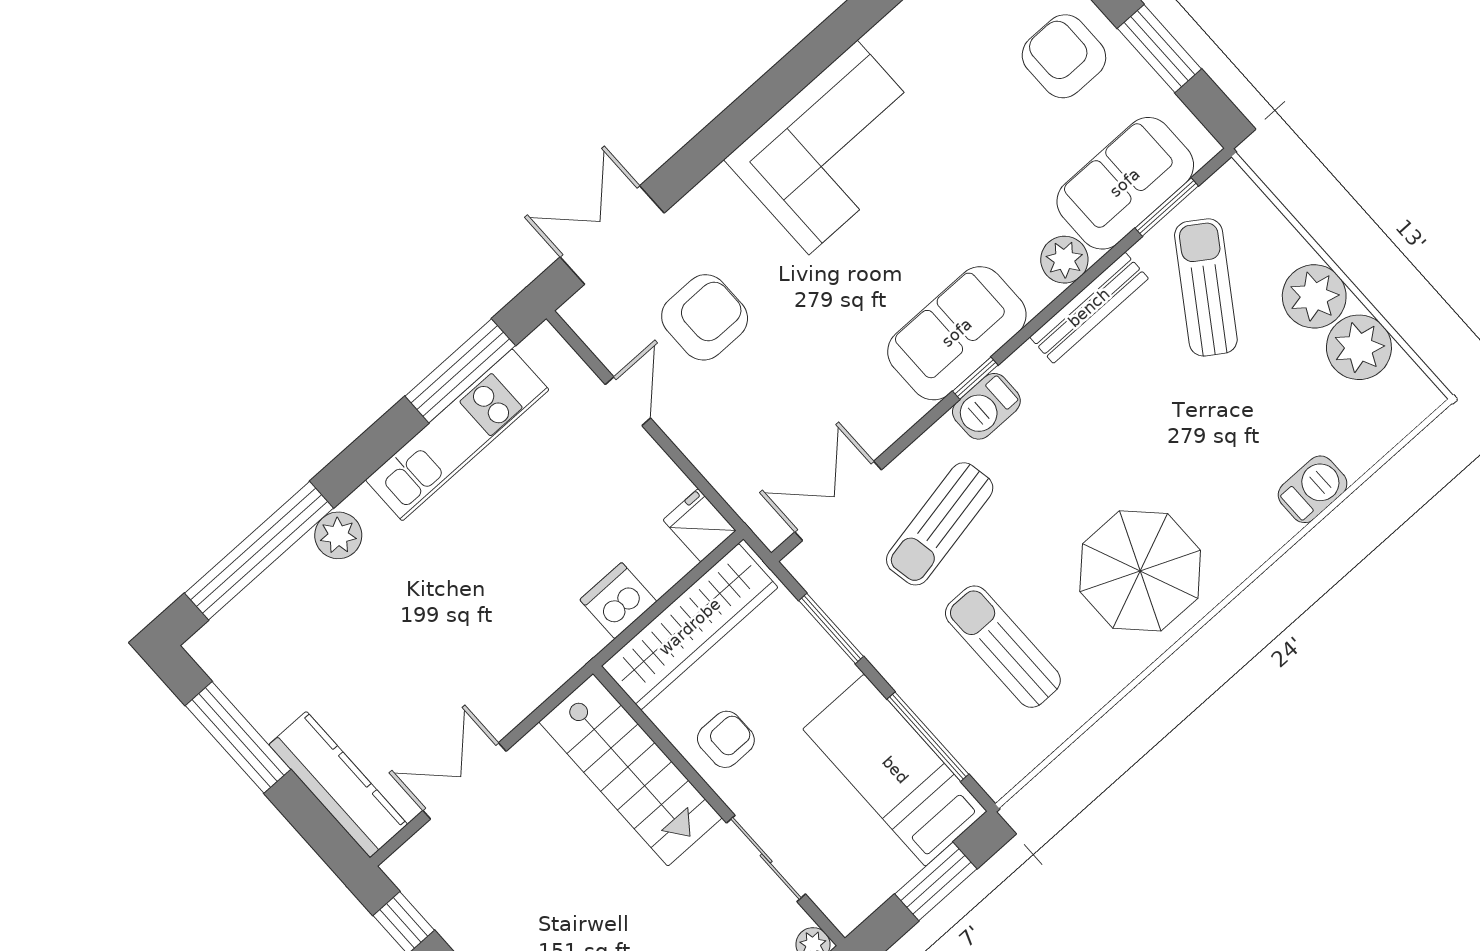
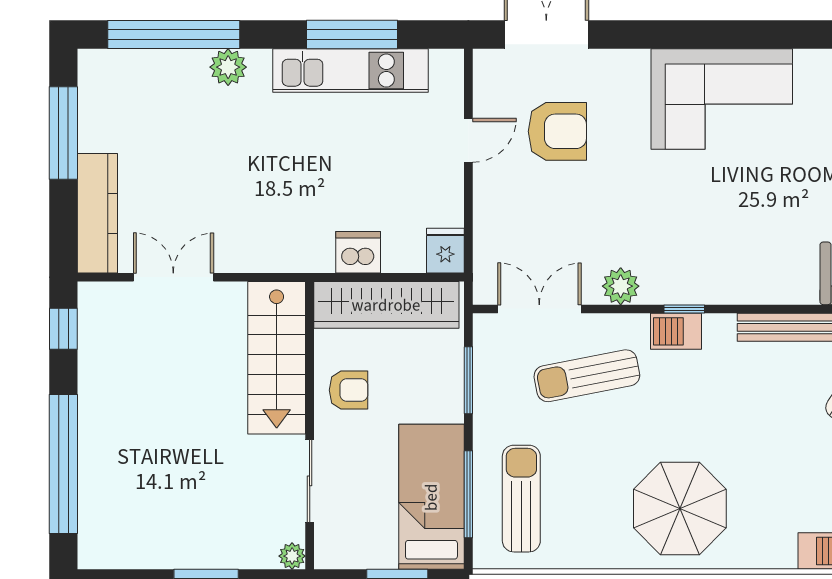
plant: (1064, 260) -> (621, 286), moved
sofa: (957, 333) -> (697, 273), removed
window: (460, 371) -> (352, 35), moved
sun lounger: (1003, 647) -> (521, 499), moved

